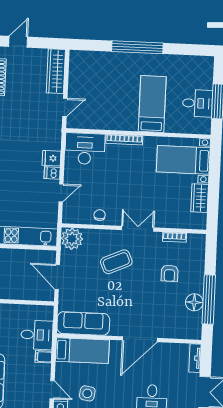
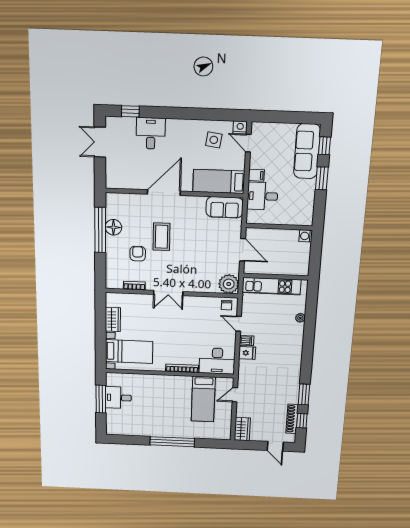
door: (18, 42) -> (275, 446), hinge flipped
wardrobe: (56, 71) -> (242, 429), width x0.67
bed: (152, 104) -> (203, 399), moved
door: (61, 193) -> (239, 324), hinge flipped
chair: (100, 215) -> (227, 305), moved
coffee table: (116, 262) -> (162, 237), moved, turned -66
sofa: (83, 323) -> (225, 207), width x0.73
tv unit: (195, 358) -> (110, 175), removed

